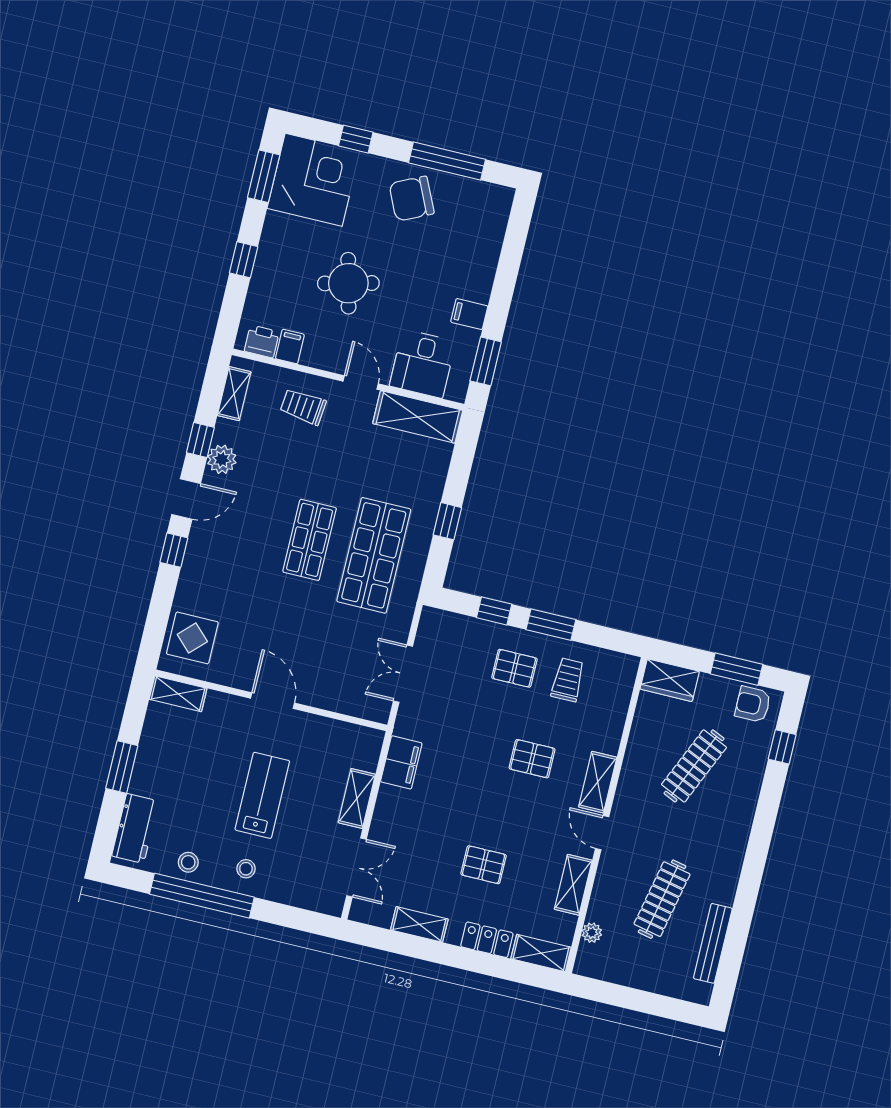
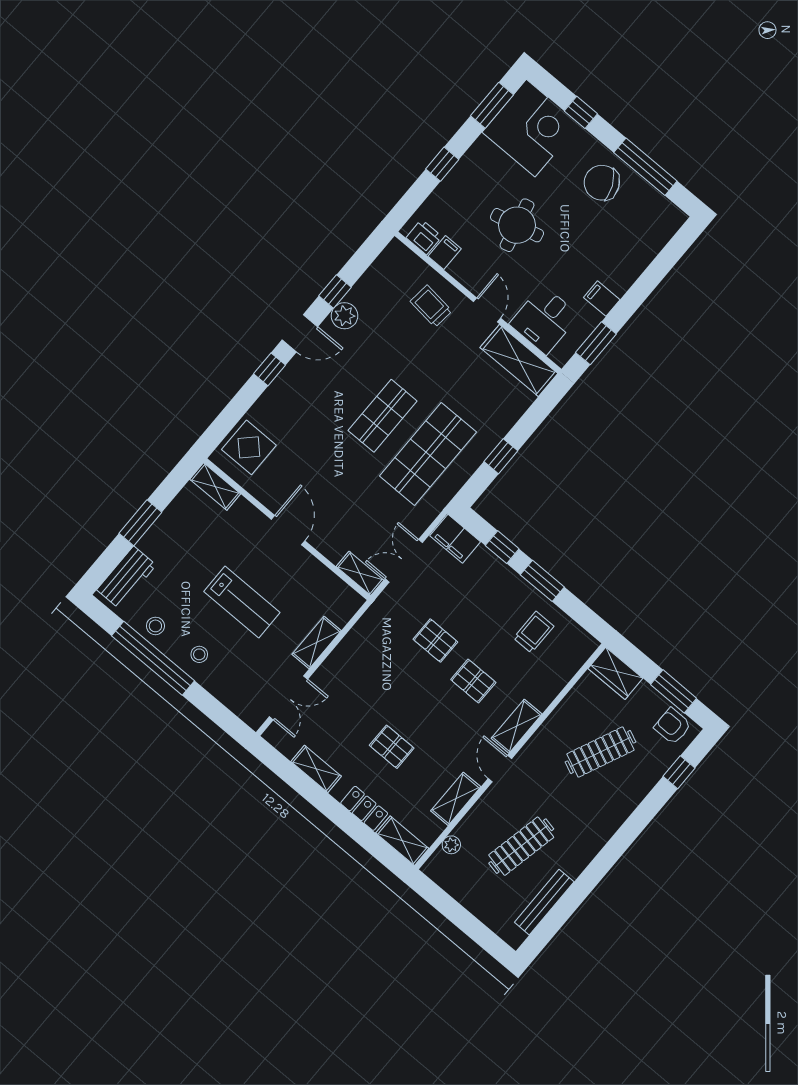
shelving: (234, 394) -> (360, 573), moved, turned 90
pallet: (514, 668) -> (435, 641), moved
filing cabinet: (401, 762) -> (455, 539), moved, turned 90
lab bench: (262, 795) -> (242, 602), turned 90

